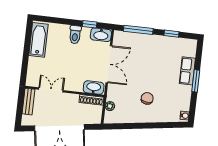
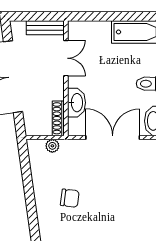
double door: (109, 64) -> (113, 137), swing flipped
washbasin: (94, 88) -> (76, 103), moved

